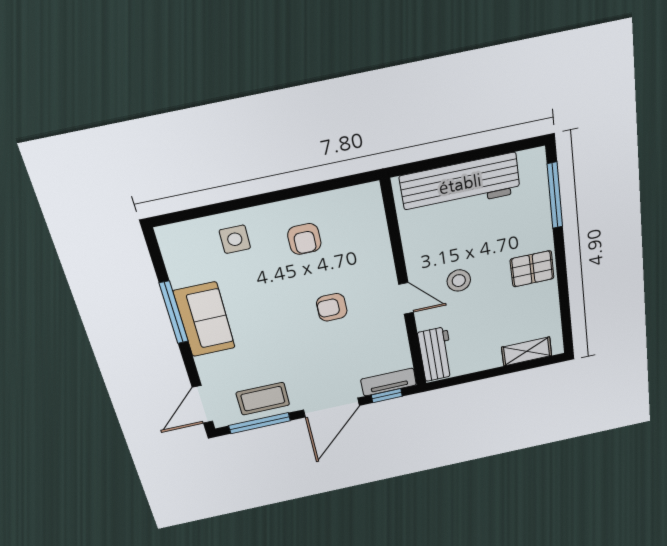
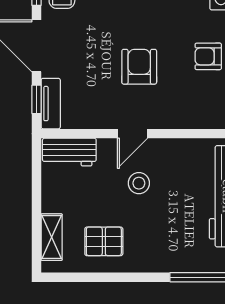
pallet: (532, 269) -> (104, 241), moved, turned 90
armchair: (332, 307) -> (139, 67), width x1.38, depth x1.38

